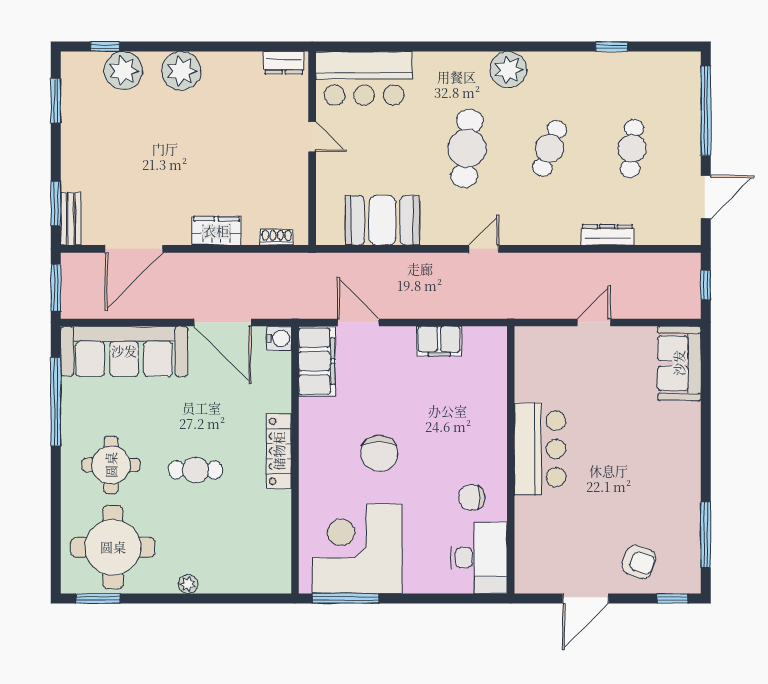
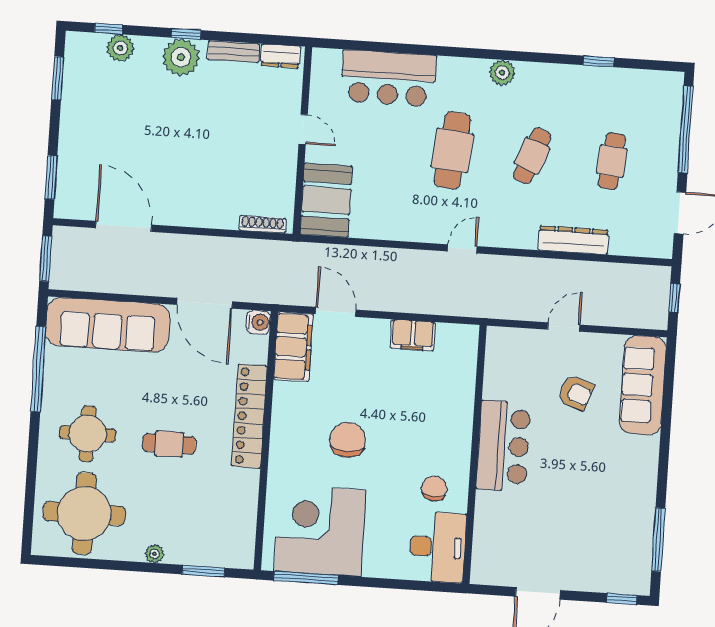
window: (185, 47) -> (186, 34), added
plant: (508, 70) -> (502, 73), width x0.73, depth x0.73
plant: (123, 71) -> (120, 48), width x0.73, depth x0.73
bar counter: (364, 78) -> (388, 78), moved
bench: (71, 219) -> (234, 52), moved, turned 90
booth: (382, 220) -> (326, 200), moved, turned 90
wardrobe: (216, 231) -> (205, 214), removed
dresser: (607, 235) -> (573, 240), width x1.37, depth x1.24
shoe rack: (277, 237) -> (262, 224), width x1.43
door: (134, 249) -> (124, 226), swing flipped
sofa: (679, 363) -> (643, 385), width x1.36
locker: (279, 451) -> (249, 416), width x1.41, depth x1.21
chair: (379, 453) -> (348, 440), turned 180
chair: (472, 498) -> (434, 488), turned 92
armchair: (639, 562) -> (576, 393), moved
window: (98, 598) -> (203, 571), moved

